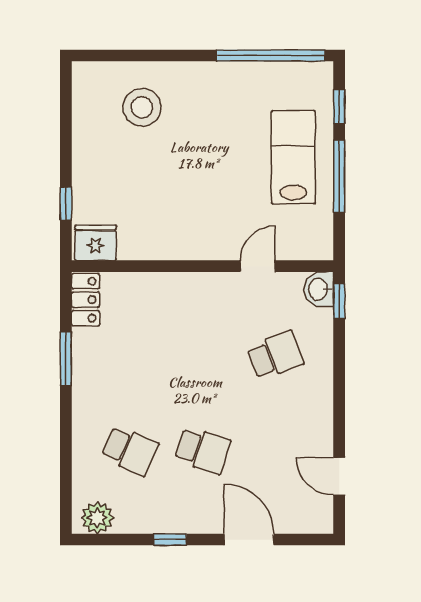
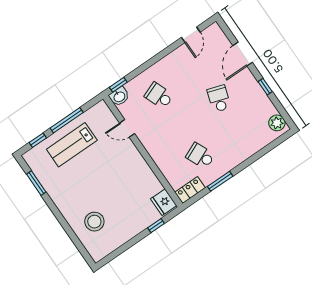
window: (271, 55) -> (36, 183), width x0.47
school desk: (130, 450) -> (200, 156), moved, turned -48

